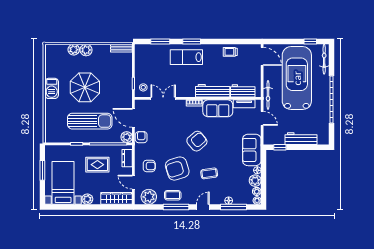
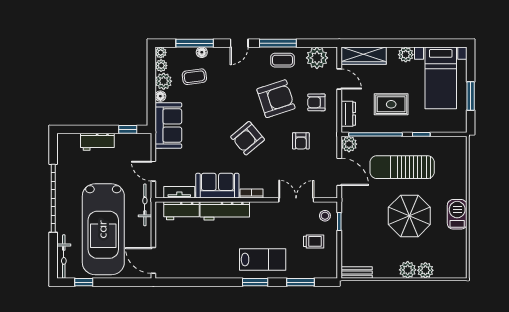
trolley: (230, 52) -> (314, 241), moved
double door: (163, 98) -> (296, 200), swing flipped
armchair: (141, 137) -> (301, 141), moved
workbench: (301, 139) -> (97, 142), width x0.73
coffee table: (209, 173) -> (194, 77), moved

